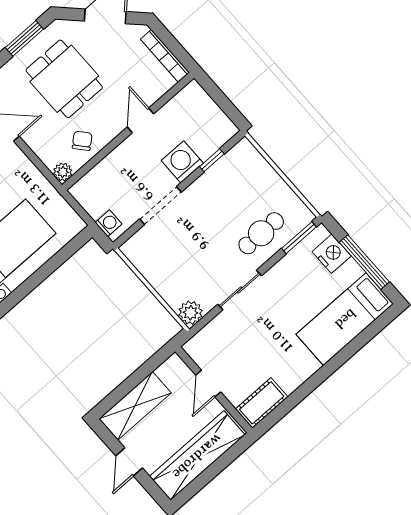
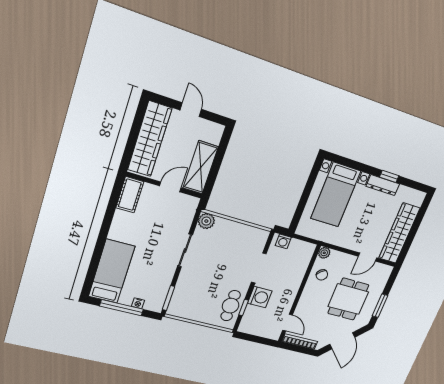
dining table: (64, 79) -> (348, 299), turned 90
door: (140, 120) -> (287, 323), moved
cafe table: (261, 233) -> (231, 306), moved
nightstand: (332, 254) -> (138, 303), width x0.53, depth x0.56
door: (208, 384) -> (170, 187), hinge flipped
shelving: (135, 406) -> (201, 167), moved

